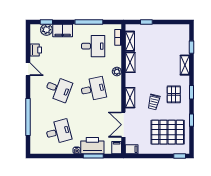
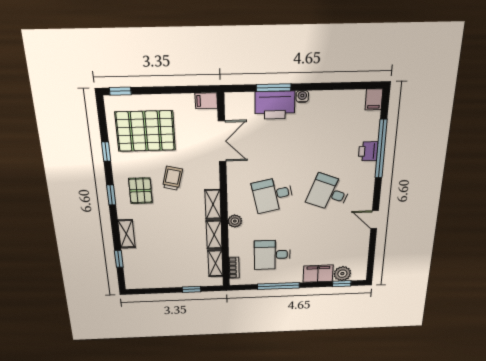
printer: (36, 50) -> (368, 151), moved
shelving: (130, 98) -> (213, 204), moved
desk: (58, 132) -> (332, 127), removed
filing cabinet: (117, 148) -> (374, 99), moved

